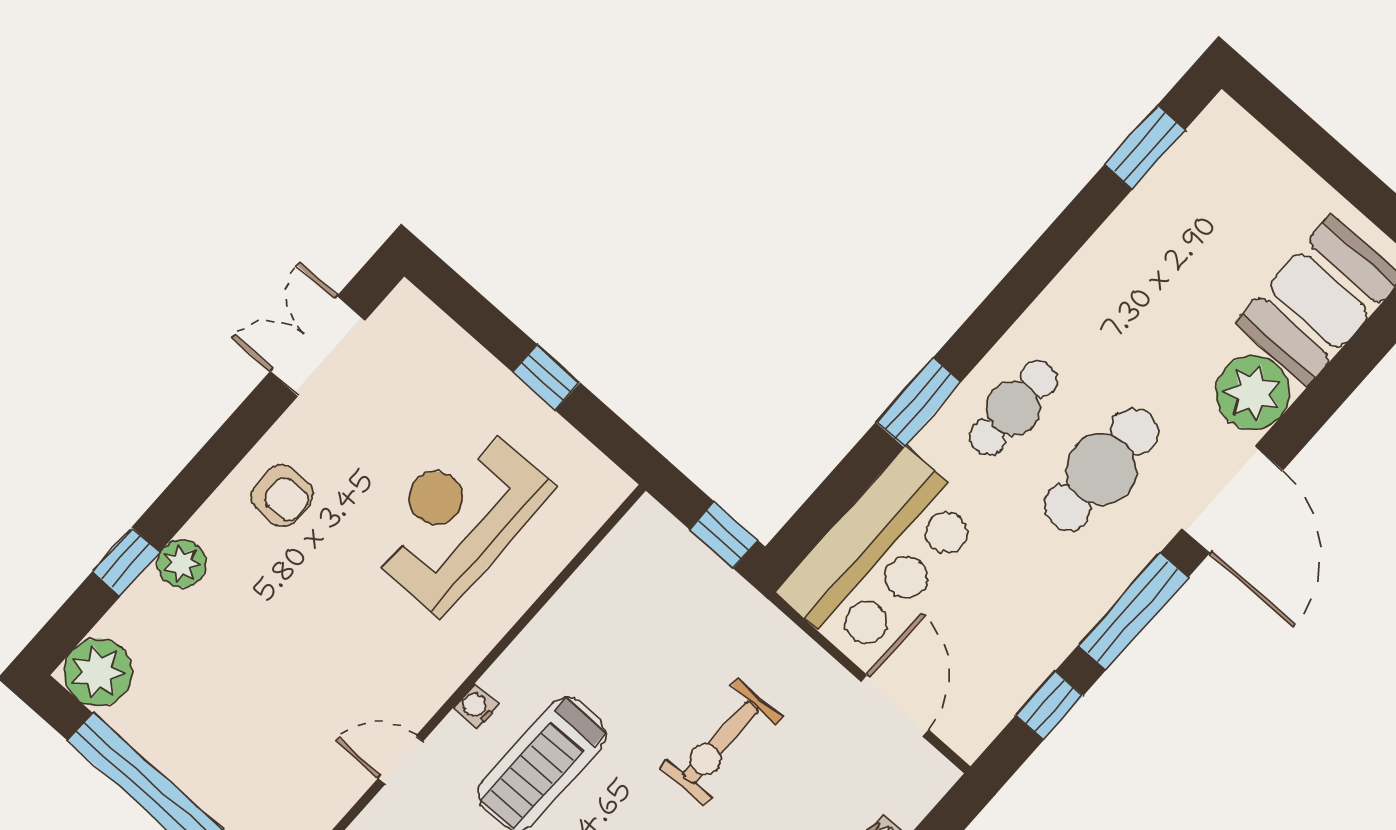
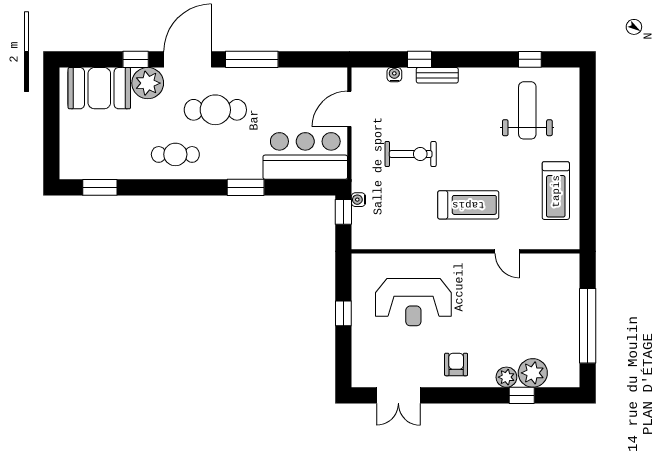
cafe table: (1013, 408) -> (175, 154), moved
plant: (98, 672) -> (533, 373), moved
water cooler: (476, 706) -> (358, 200), moved, turned 90
window: (1049, 706) -> (136, 59), moved

